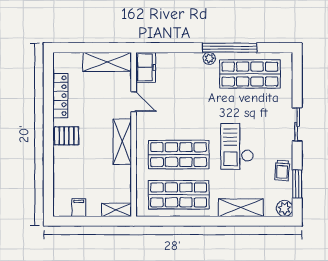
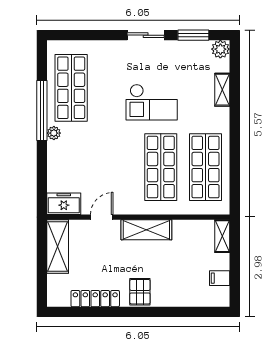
sliding door: (297, 124) -> (146, 35), moved
trolley: (282, 170) -> (178, 52), removed
shelving: (241, 208) -> (222, 90), width x0.67, depth x0.75

